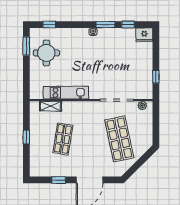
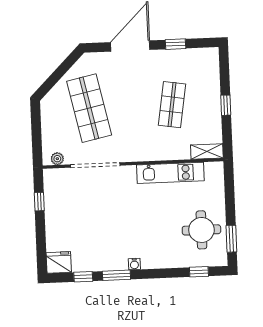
shelving: (50, 106) -> (207, 151), moved

